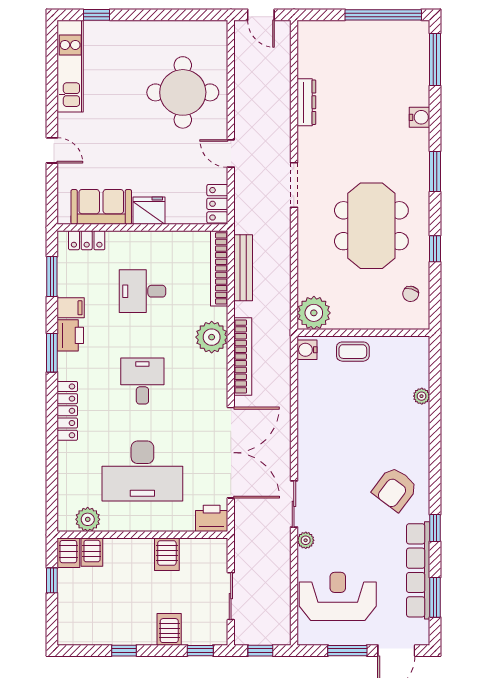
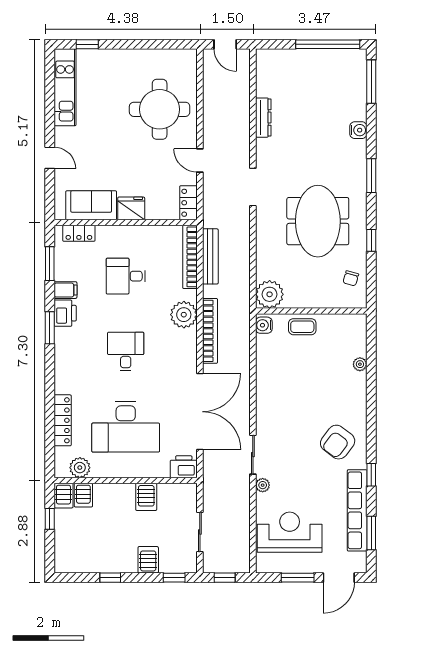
locker: (67, 411) -> (63, 420), moved

